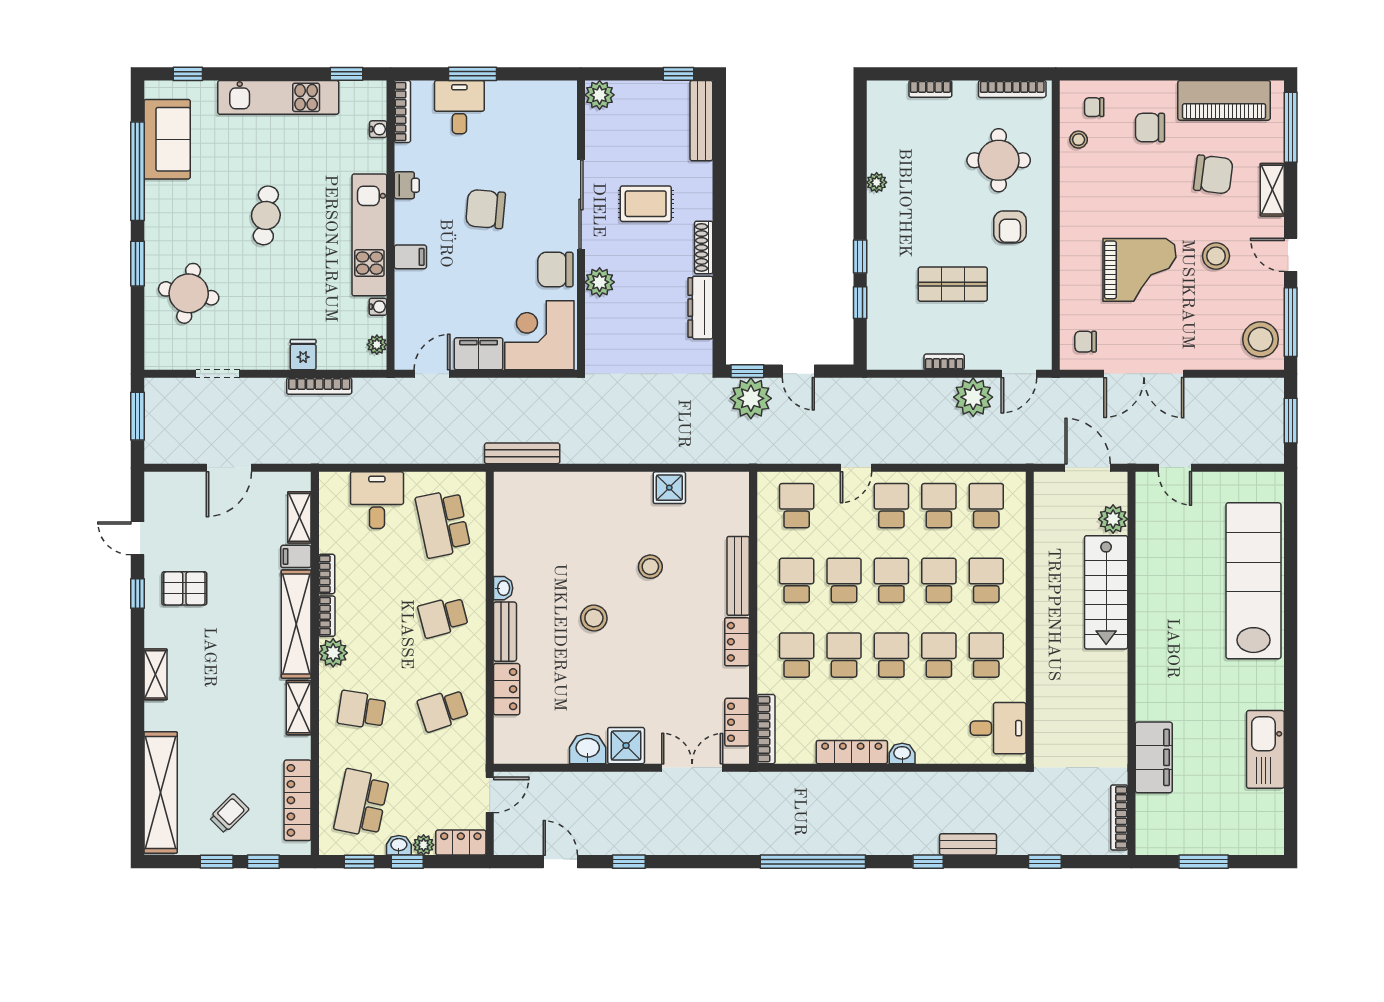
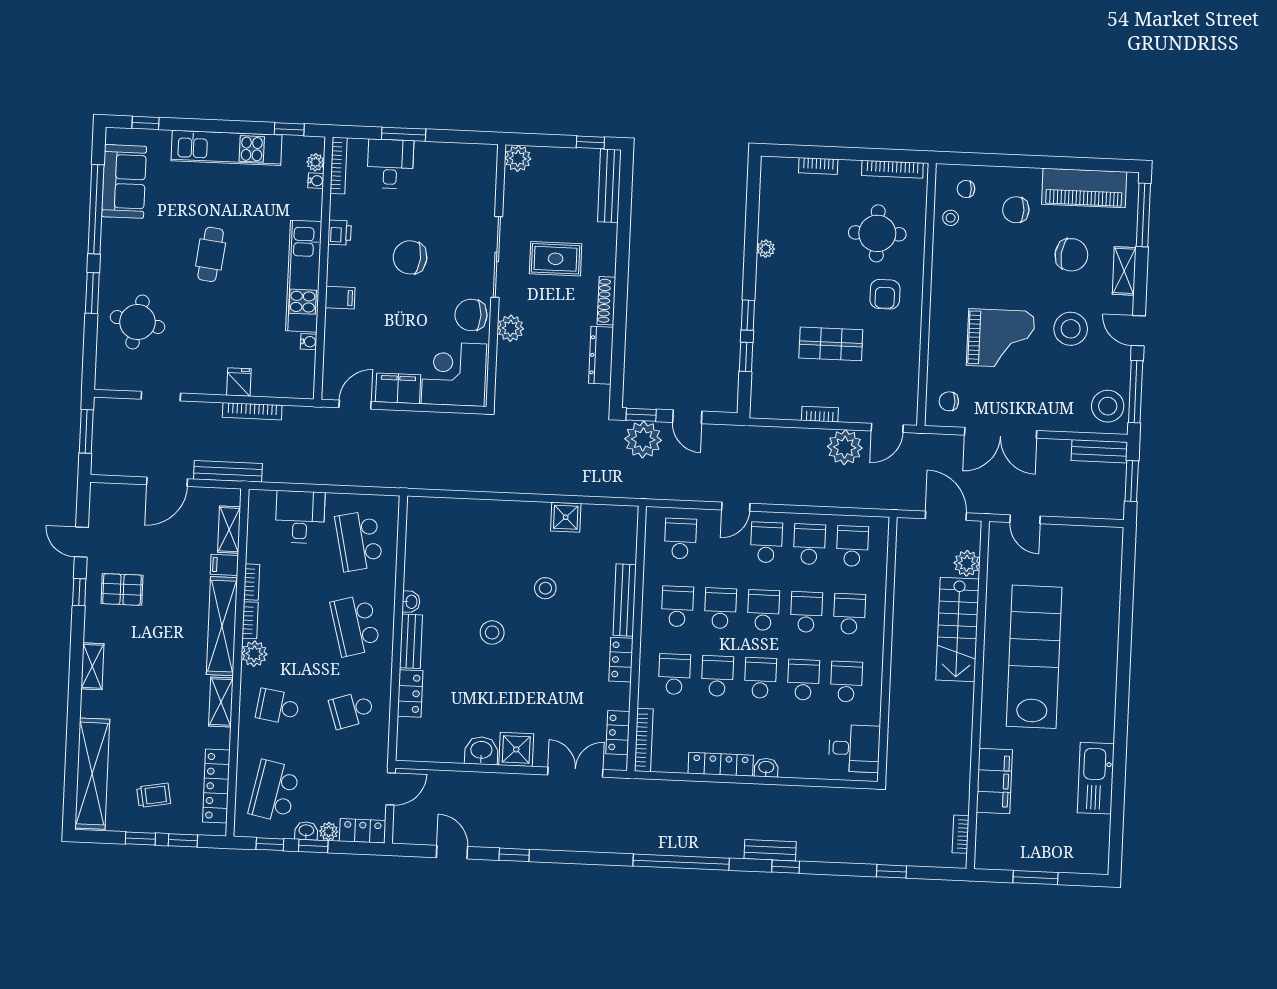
stool: (1216, 256) -> (1071, 329), width x1.38, depth x1.38
plant: (377, 345) -> (316, 162), moved
bench: (1253, 389) -> (1099, 451), added
bench: (522, 453) -> (228, 471), moved
lab bench: (1253, 581) -> (1034, 657), moved
school desk: (443, 617) -> (355, 625), width x1.85
trolley: (229, 813) -> (154, 795), turned 35
bookcase: (1119, 817) -> (961, 834), width x0.64
bench: (968, 844) -> (770, 850), moved

